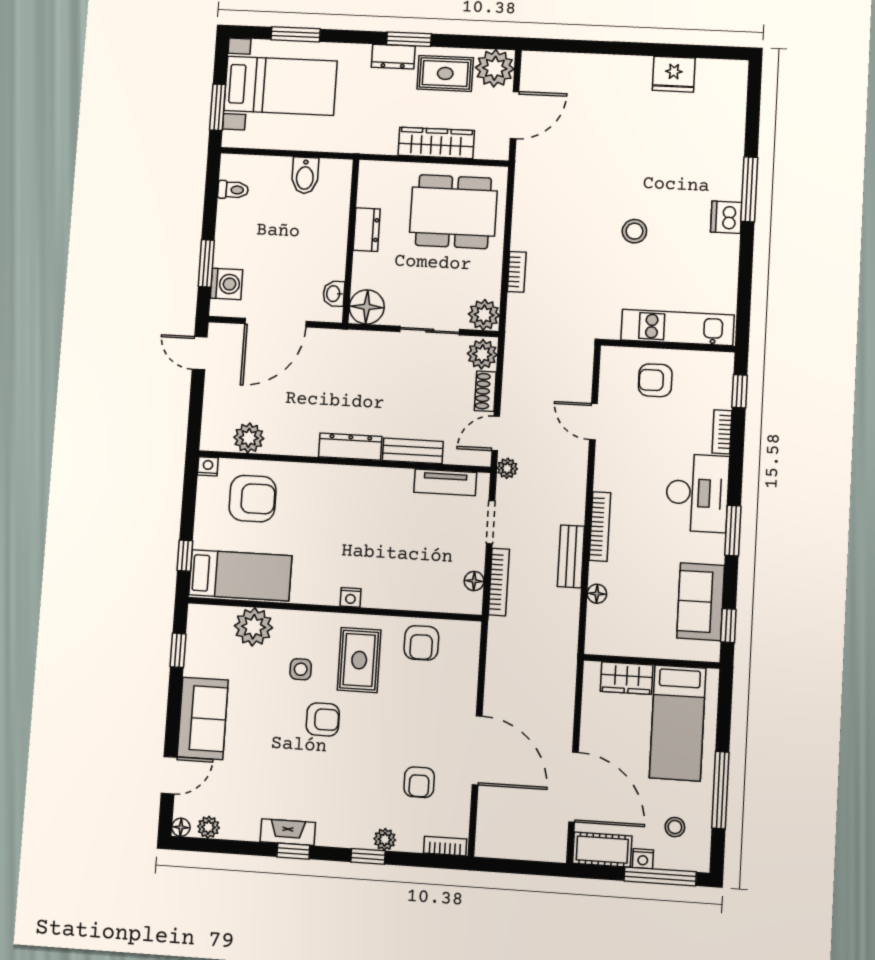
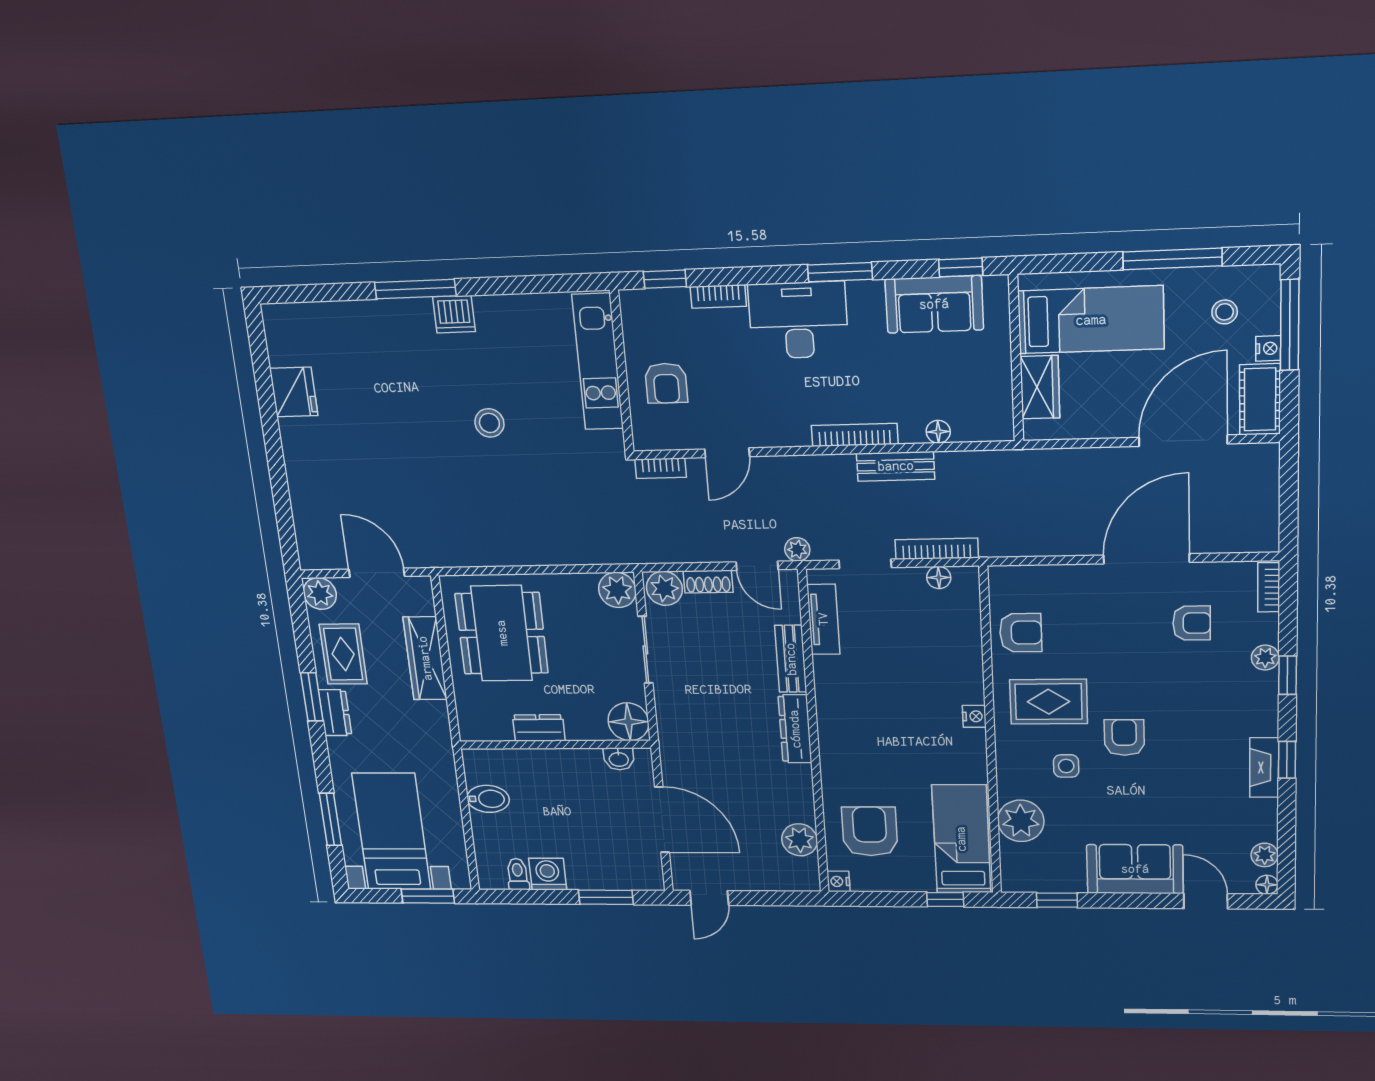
plant: (495, 68) -> (320, 593), width x0.73, depth x0.73
bookcase: (517, 272) -> (661, 468), moved, turned 180
washing machine: (226, 284) -> (548, 874), moved

